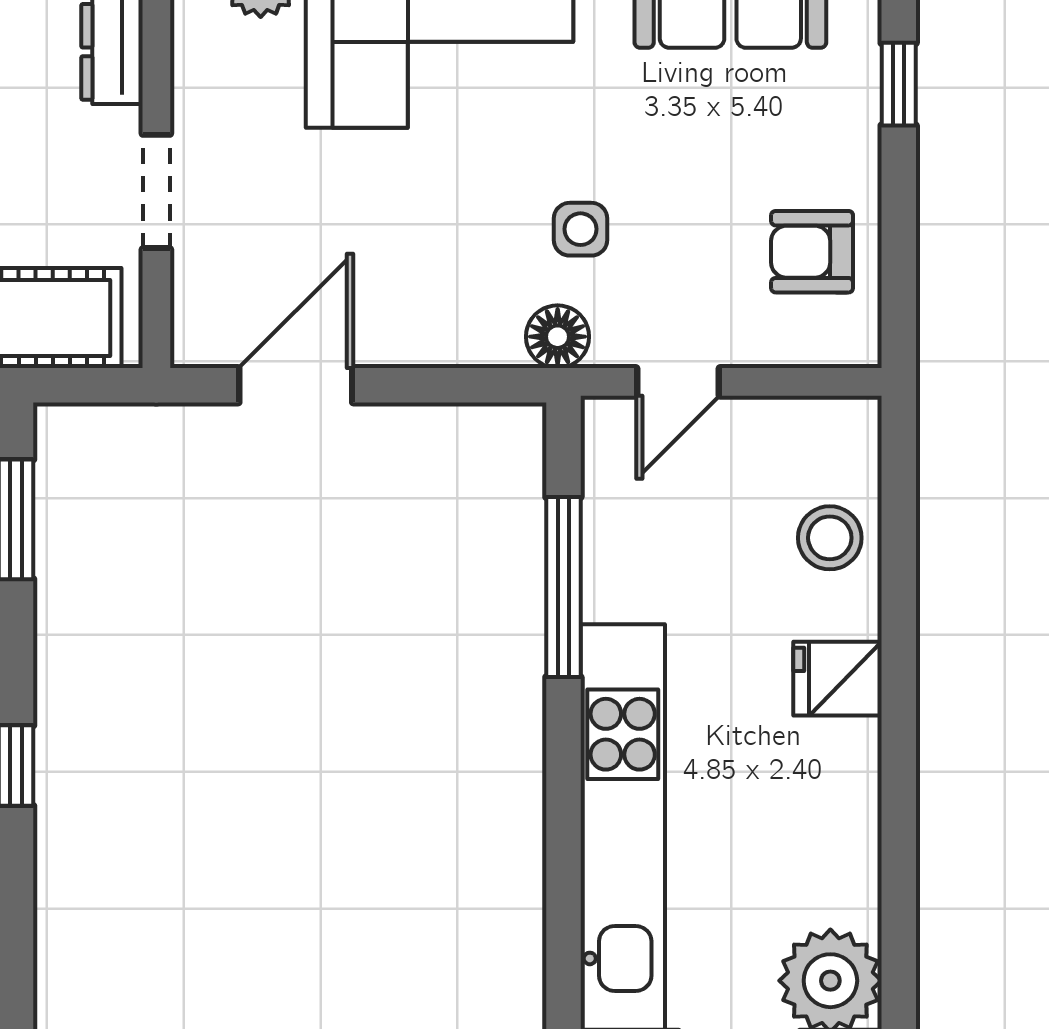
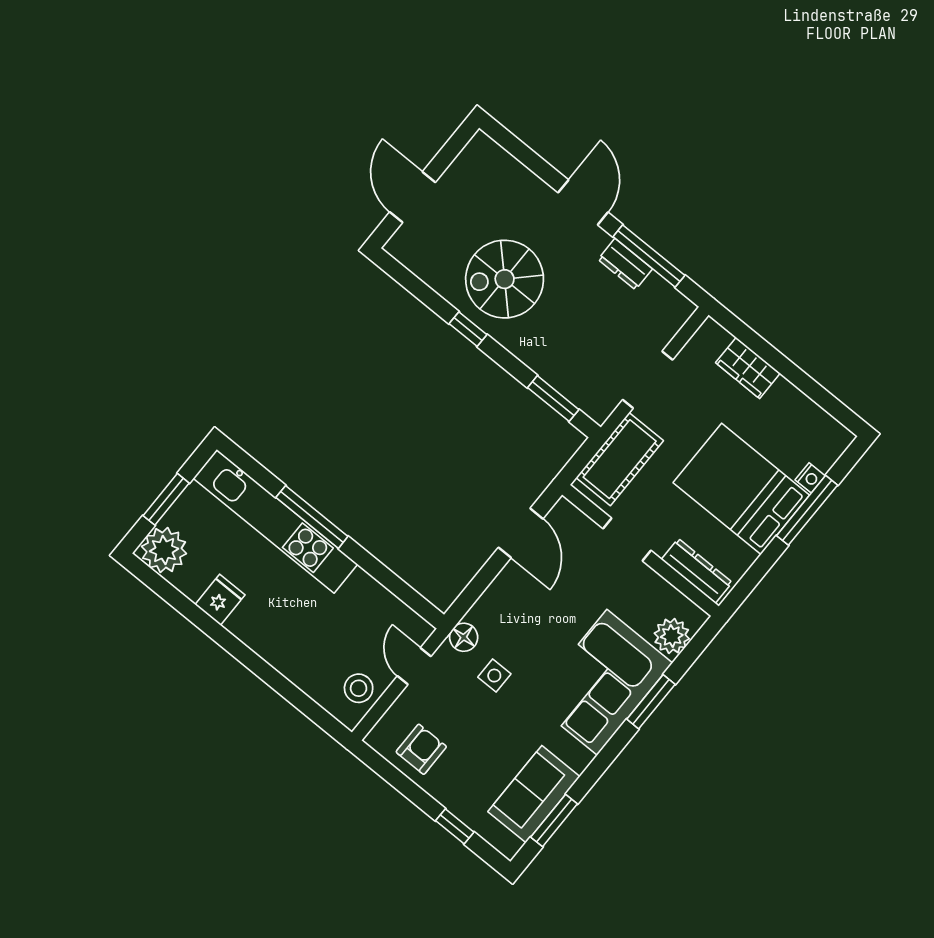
stool: (830, 538) -> (359, 688), moved
window: (563, 587) -> (312, 517), moved
fridge: (838, 679) -> (220, 600), moved

